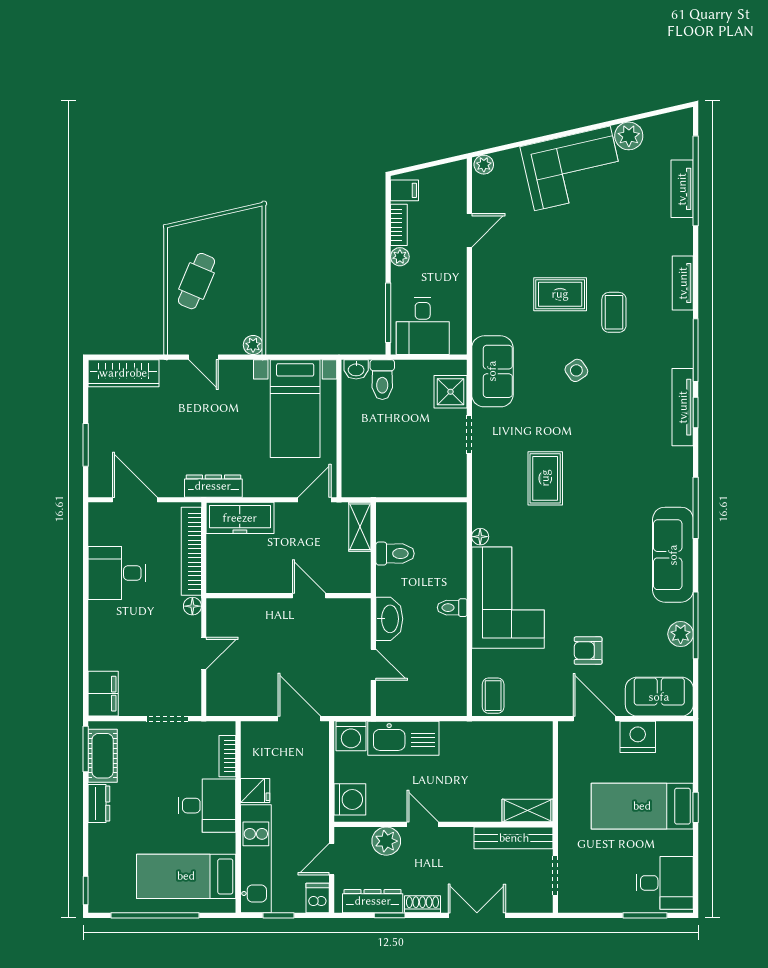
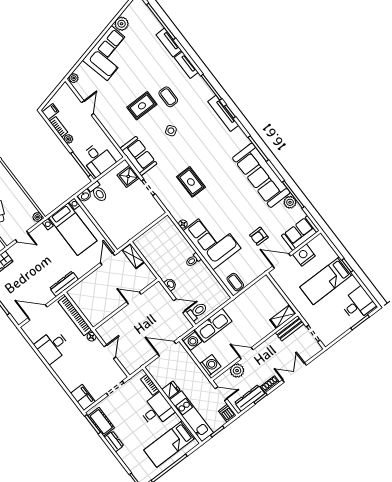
tv unit: (682, 189) -> (169, 43), moved
freezer: (240, 518) -> (84, 288), removed
toilet: (395, 554) -> (197, 311), moved
sofa: (673, 555) -> (261, 175), width x1.36, depth x1.27
washbasin: (389, 619) -> (170, 284), width x0.52, depth x0.69
bench: (514, 838) -> (290, 328), width x0.73
door: (332, 859) -> (221, 394), swing flipped

